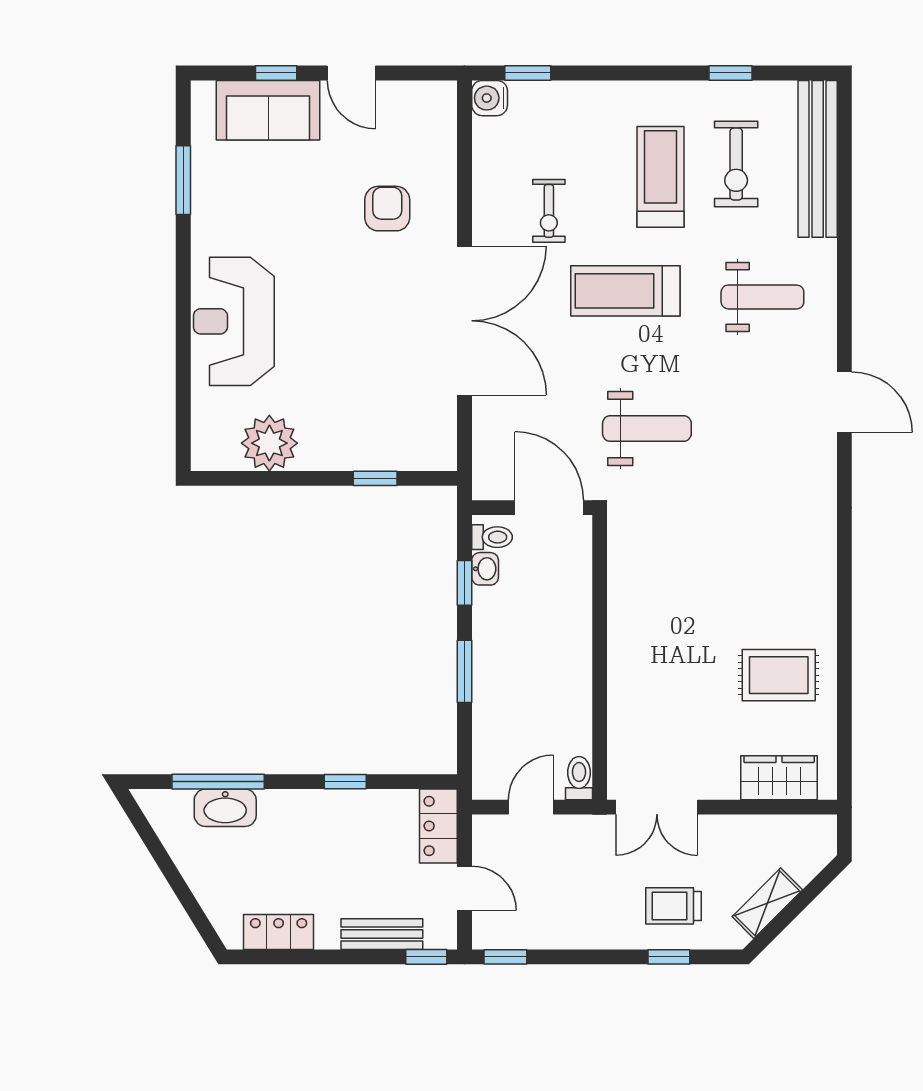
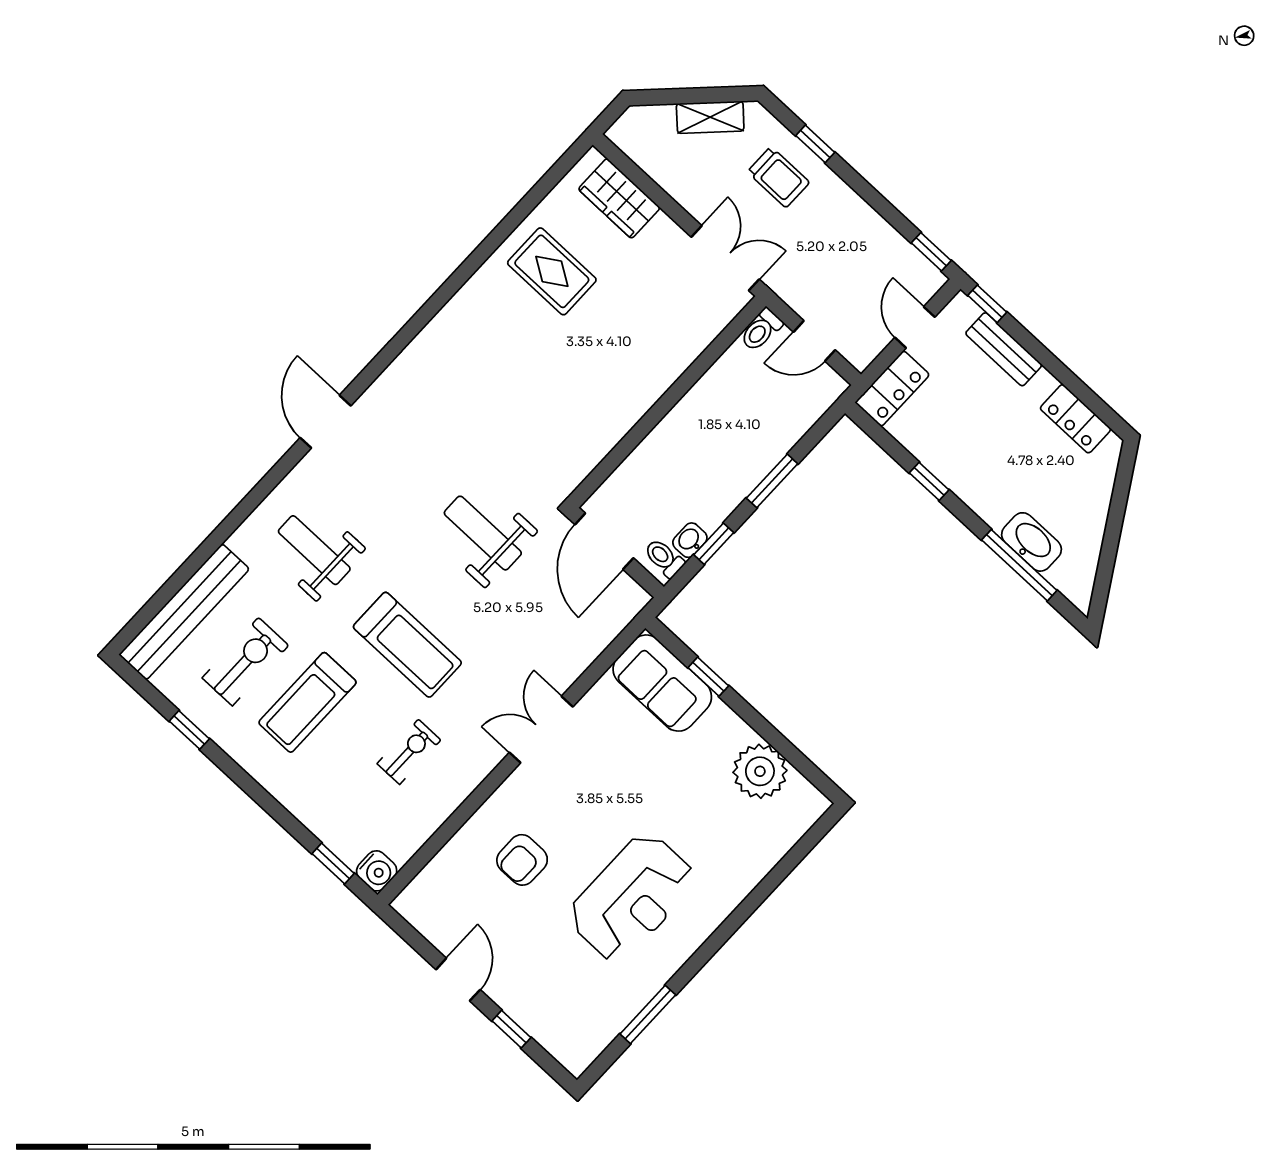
sofa: (268, 110) -> (662, 683), moved, turned 180
reception desk: (234, 321) -> (632, 898), moved
double door: (465, 321) -> (541, 730), width x0.54

